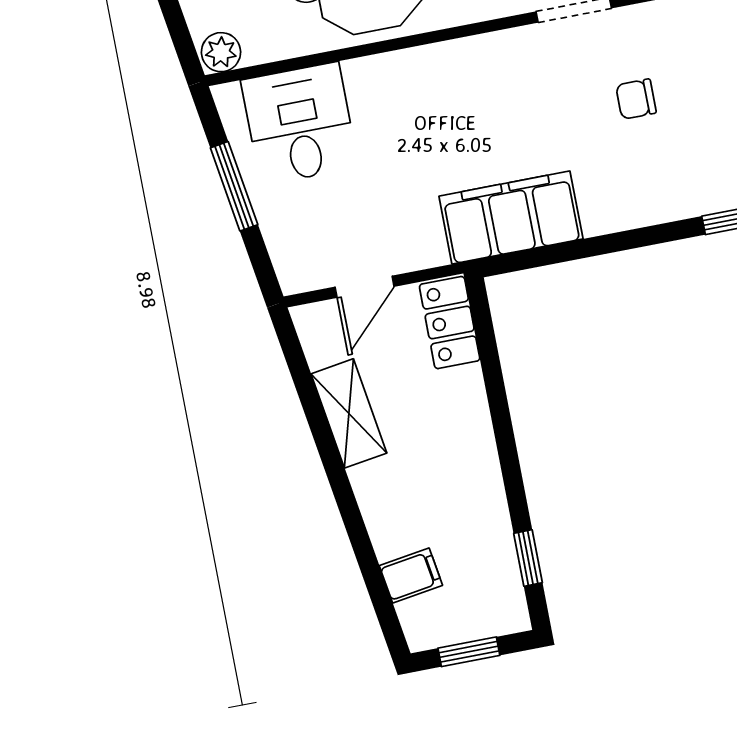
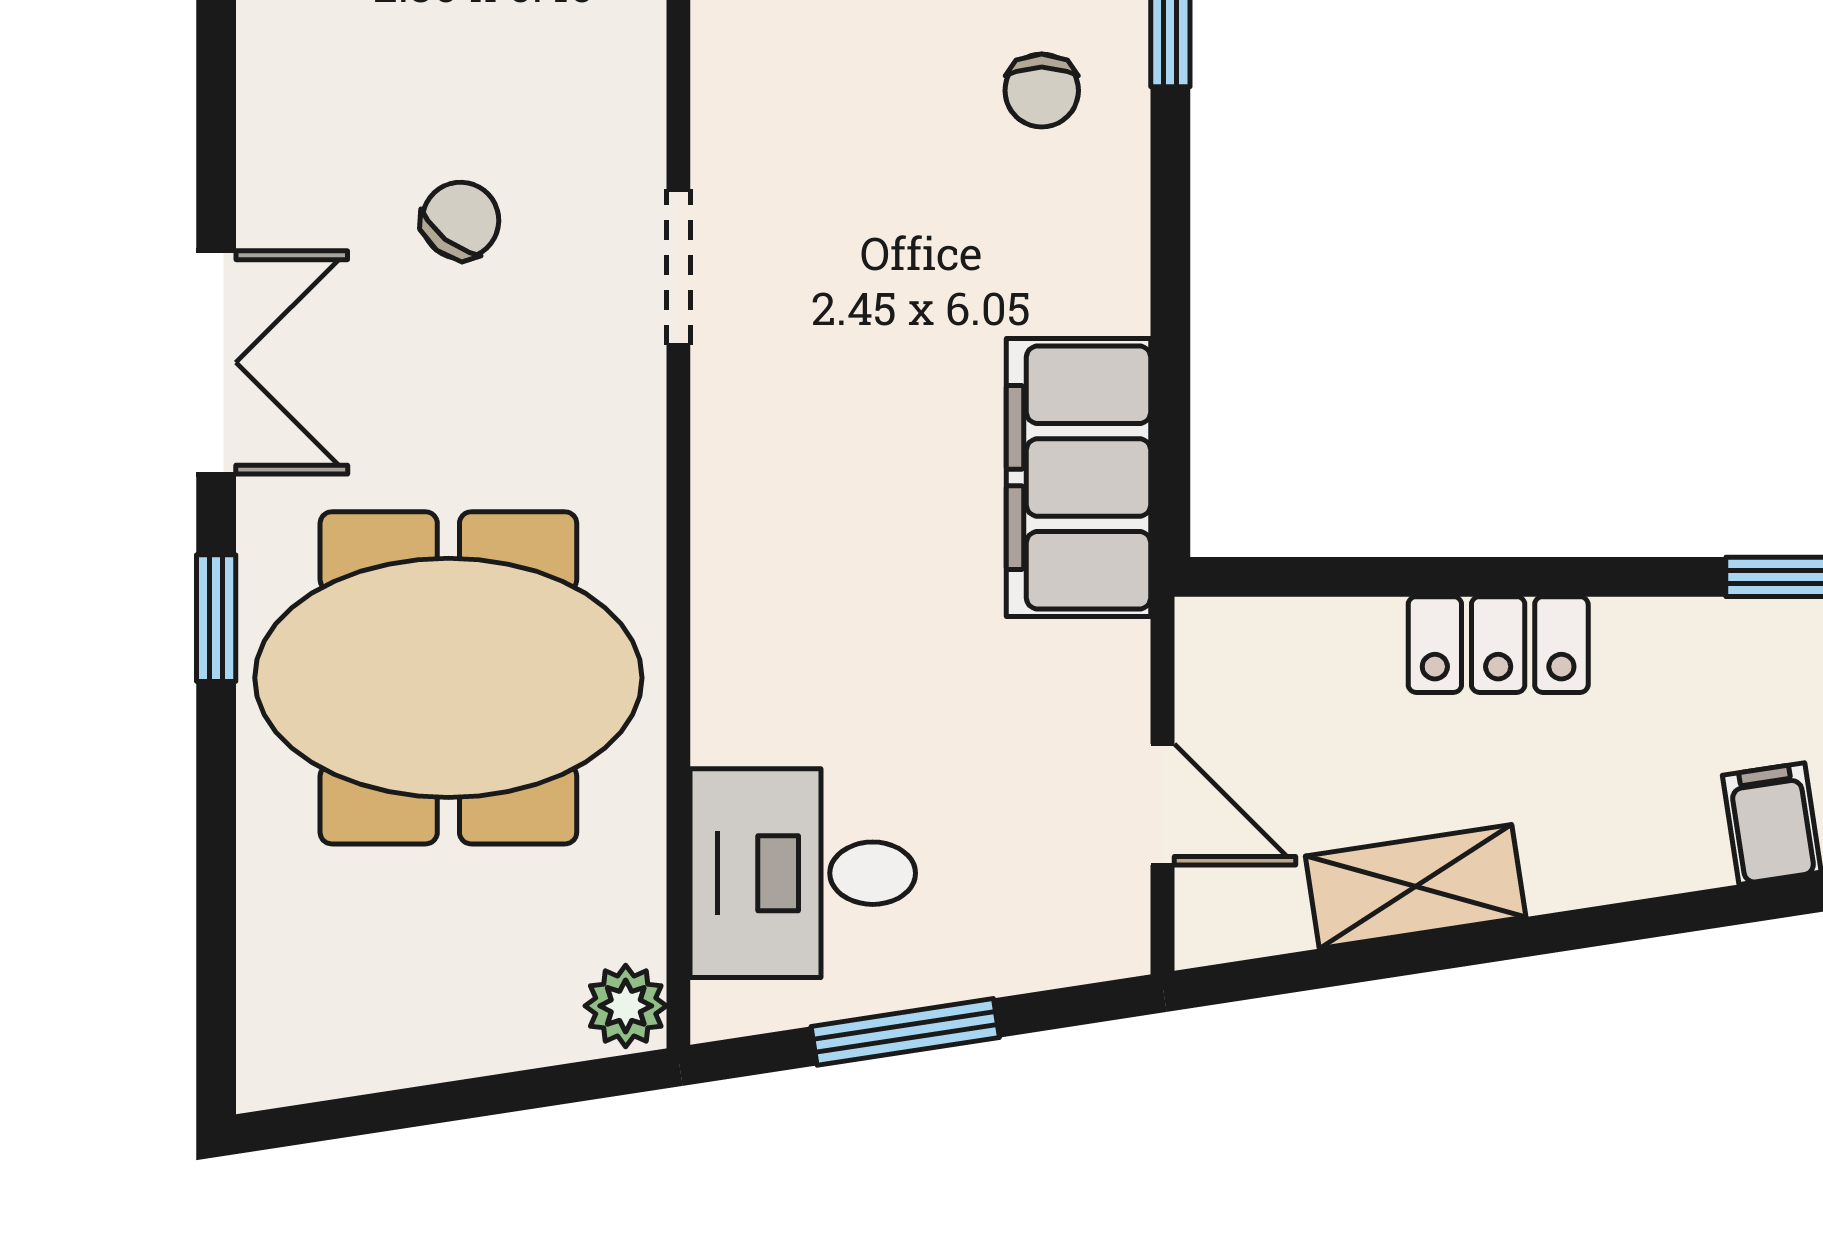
chair: (636, 99) -> (1042, 91), moved
locker: (450, 323) -> (1498, 645), moved

